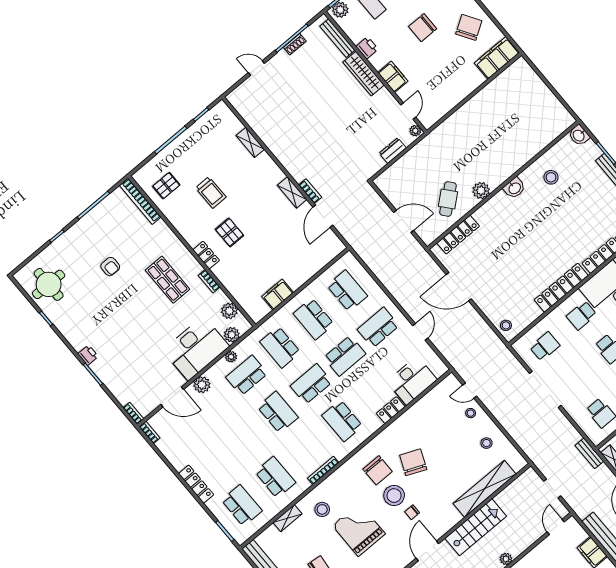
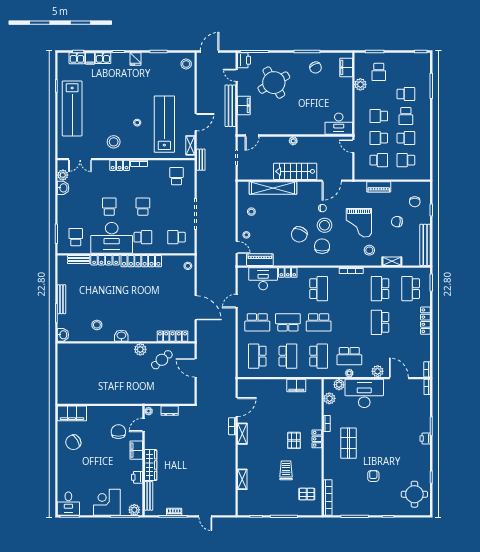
chair: (423, 28) -> (118, 432), moved, turned -90
piano: (433, 399) -> (260, 260), added
school desk: (278, 412) -> (380, 322), moved

